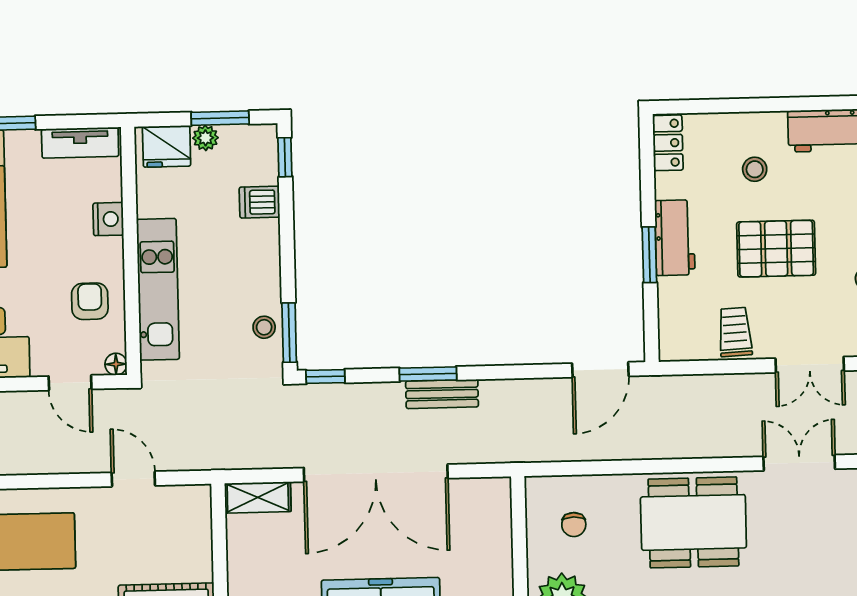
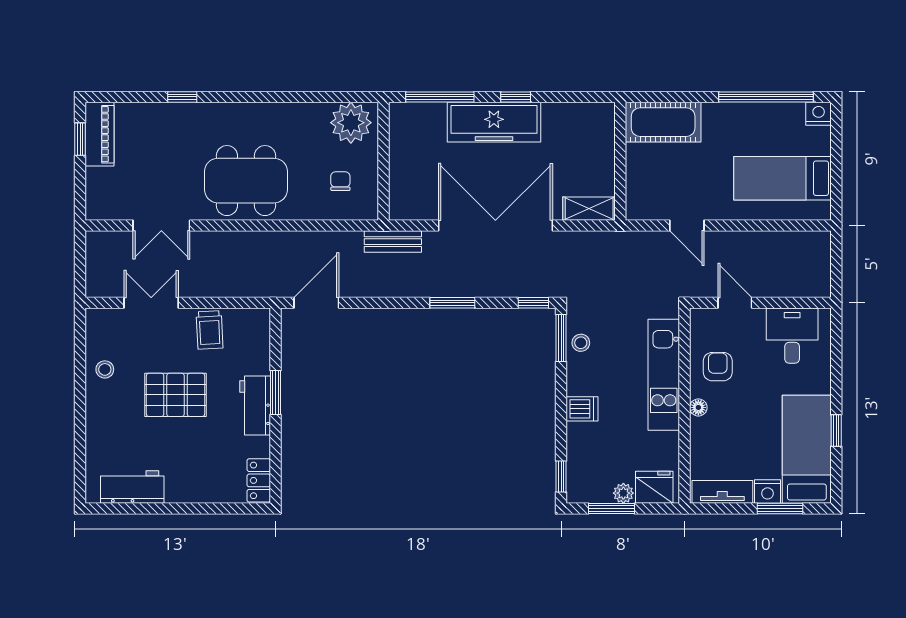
stool: (755, 169) -> (191, 458), removed
dishwasher: (259, 202) -> (582, 409), moved
nightstand: (108, 219) -> (768, 492), moved, turned -90
armchair: (90, 301) -> (718, 367), turned 180
floor lamp: (116, 364) -> (698, 407), moved
bench: (442, 394) -> (393, 242), moved

